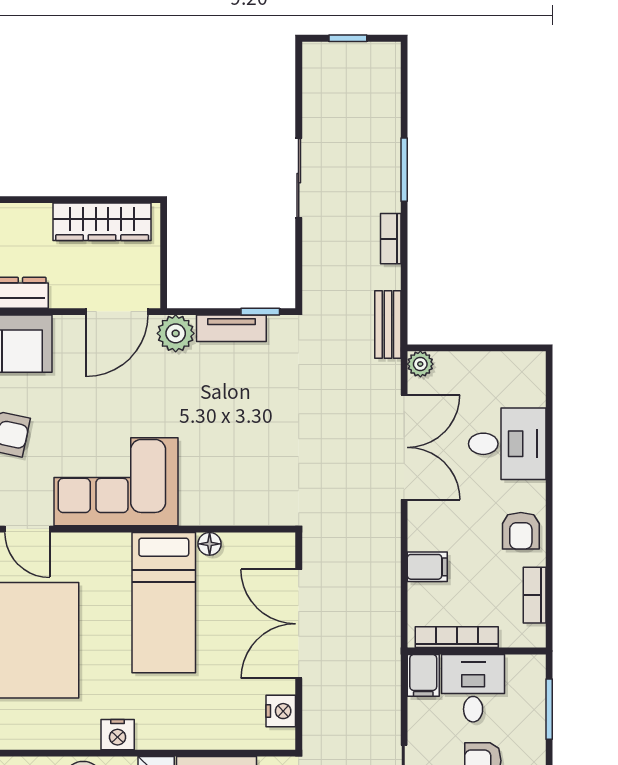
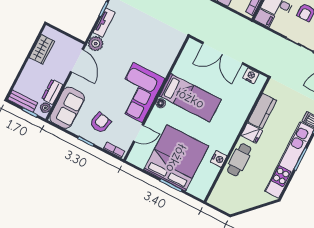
wardrobe: (102, 222) -> (42, 49), width x0.67
floor lamp: (210, 544) -> (161, 103), moved
nightstand: (118, 735) -> (219, 159), moved

